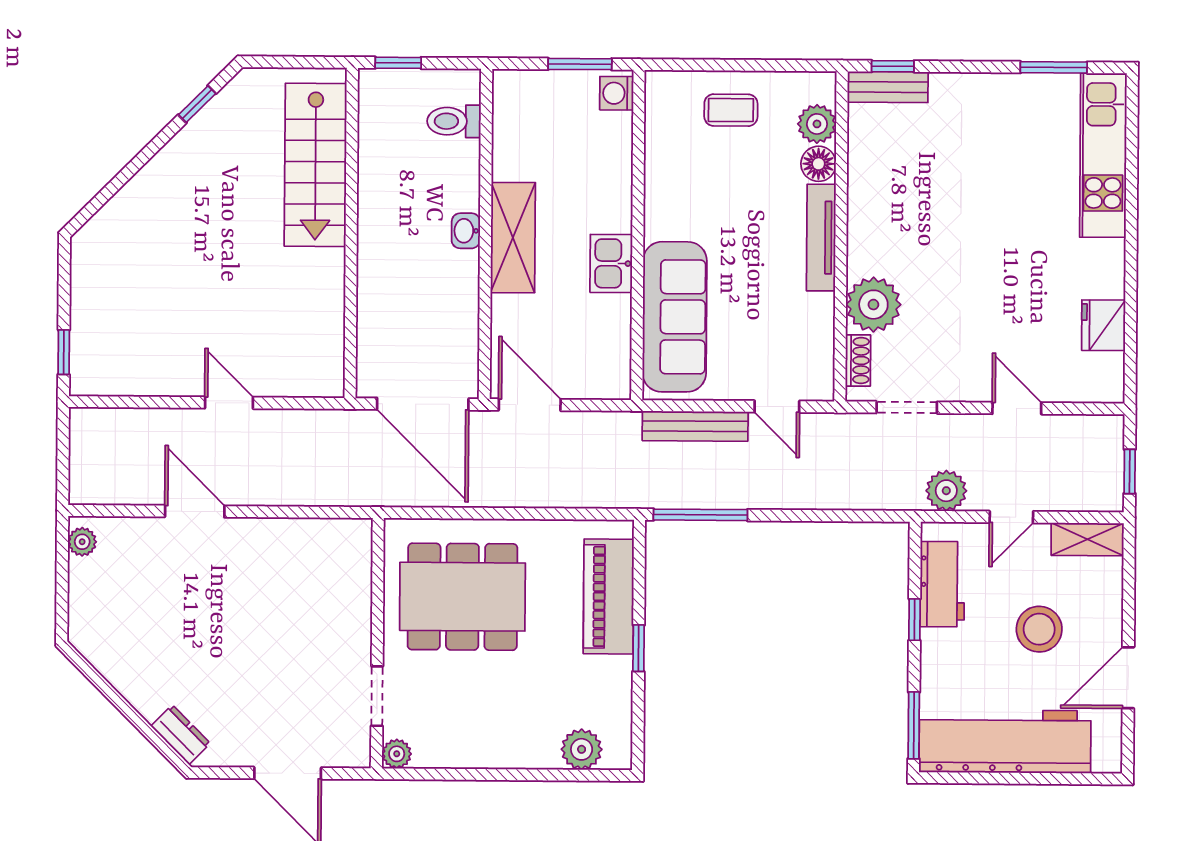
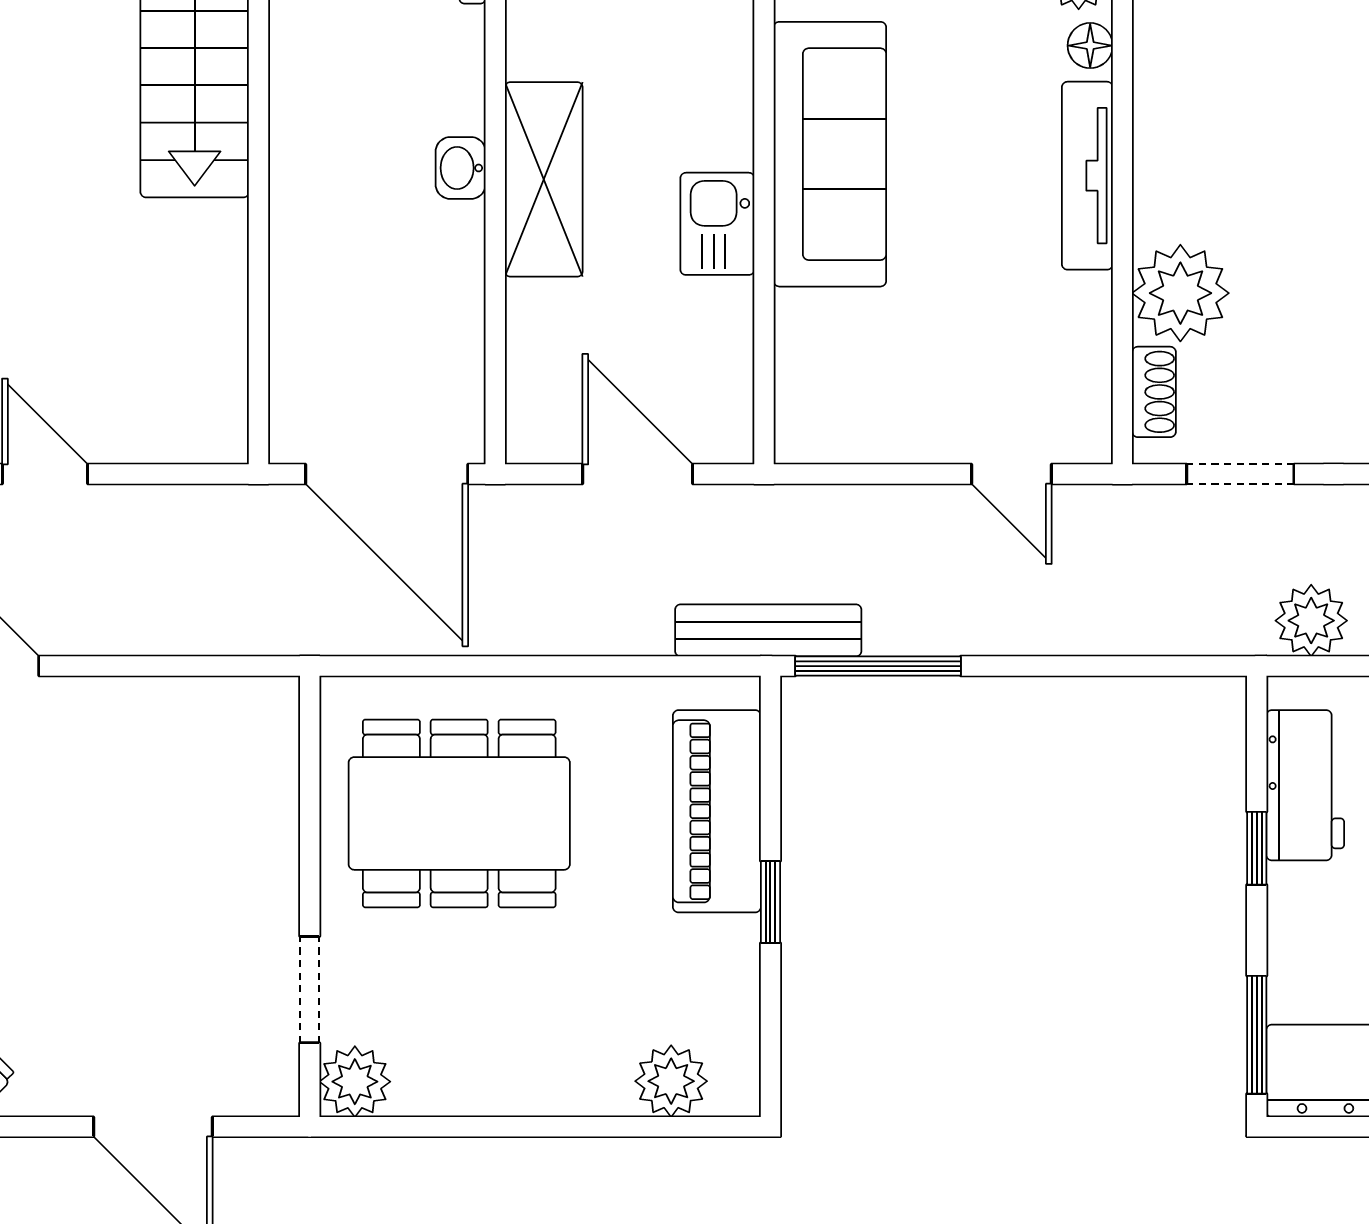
floor lamp: (818, 164) -> (1090, 46), width x0.73, depth x0.73
sofa: (675, 317) -> (830, 154), moved
door: (530, 405) -> (638, 474), moved
bench: (695, 426) -> (768, 630), moved
plant: (397, 754) -> (355, 1082), width x1.38, depth x1.38

